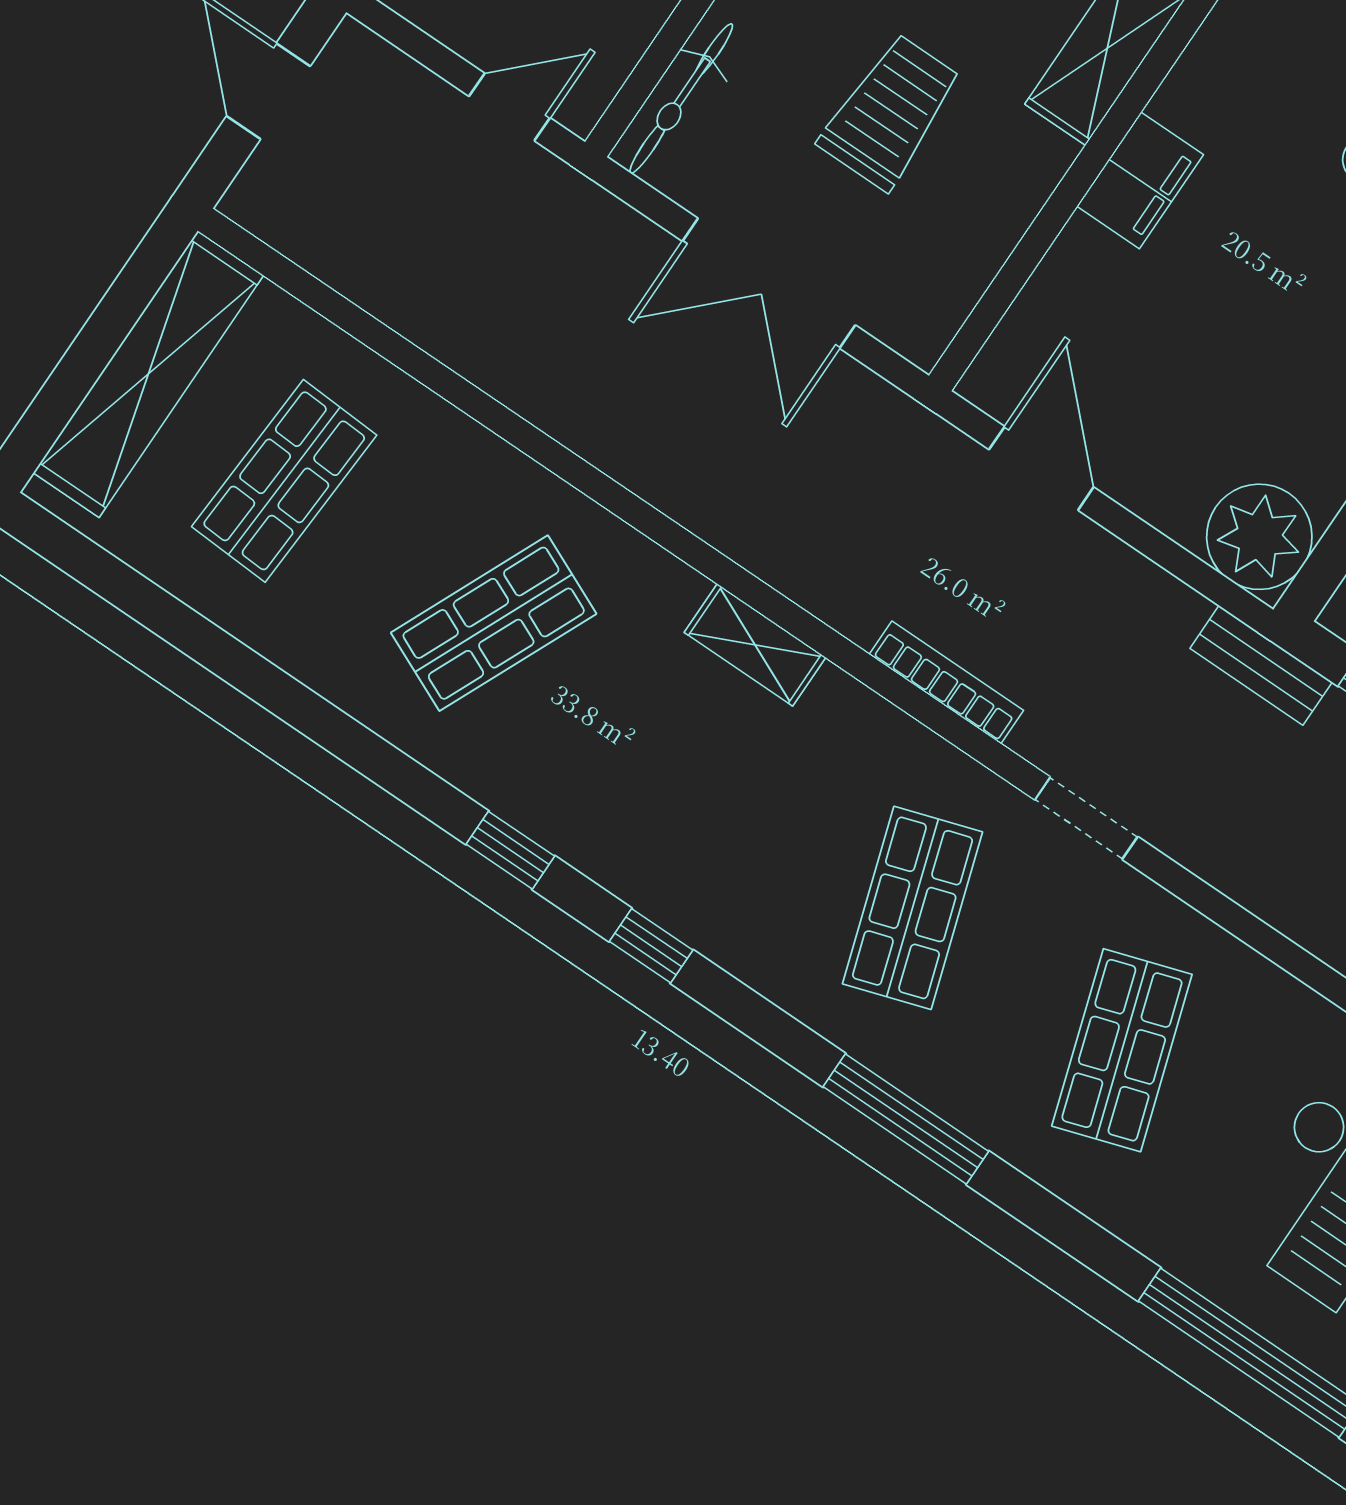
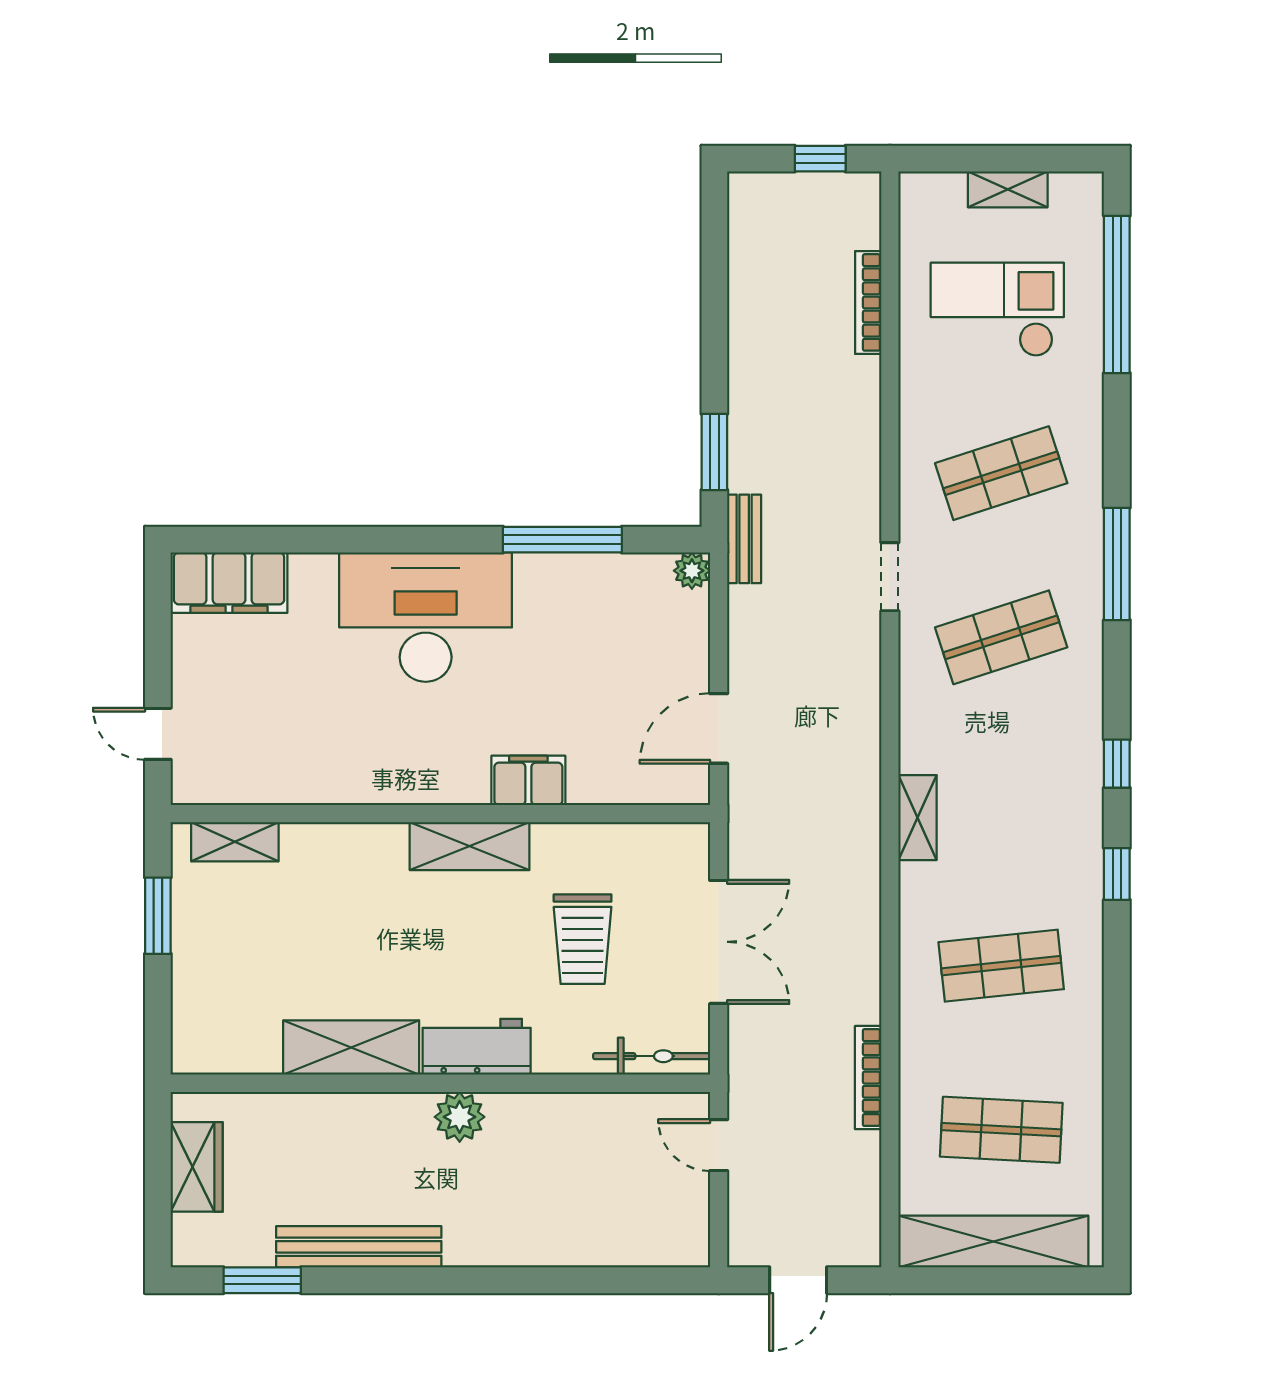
trolley: (890, 112) -> (583, 939), turned -90
plant: (1259, 537) -> (692, 571), width x0.53, depth x0.53
shop shelf: (494, 623) -> (1001, 966), turned -30
bookcase: (946, 683) -> (868, 1078), moved

